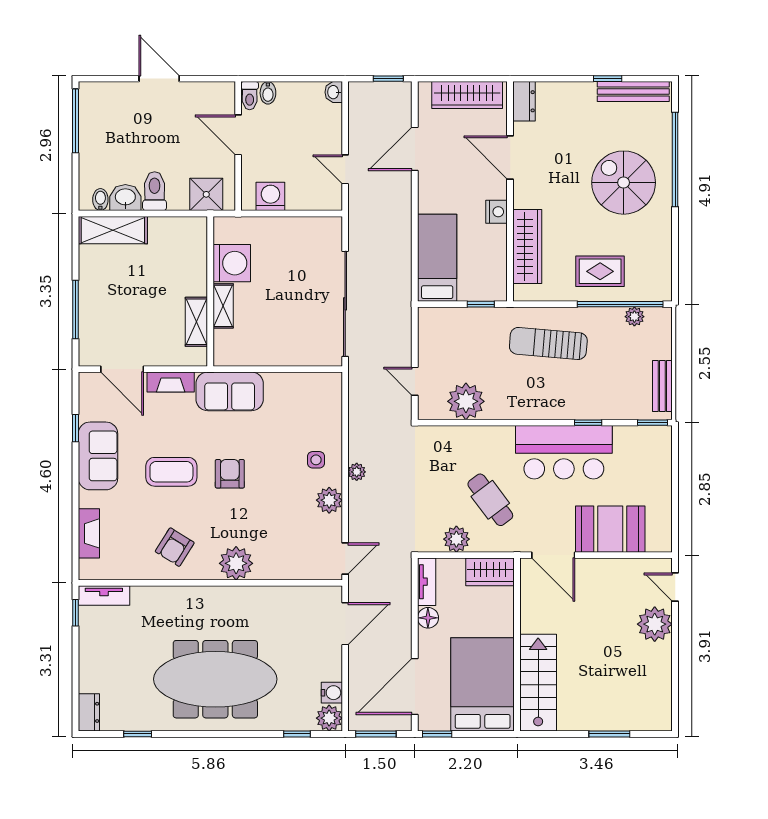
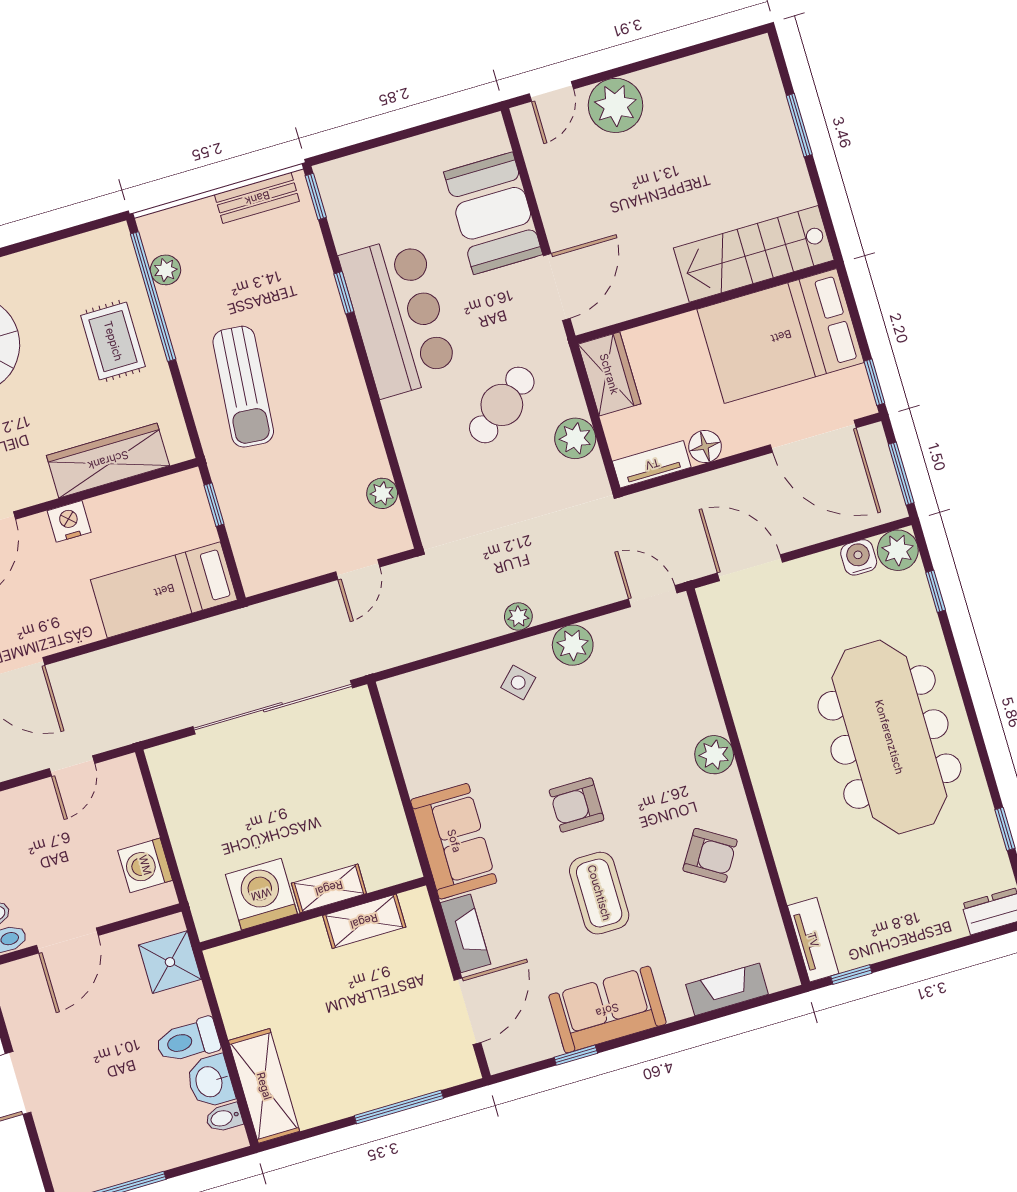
plant: (466, 401) -> (382, 493), width x0.53, depth x0.53
side table: (316, 460) -> (518, 683), turned 45
plant: (236, 563) -> (714, 755), width x0.73, depth x0.73

